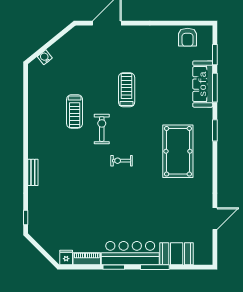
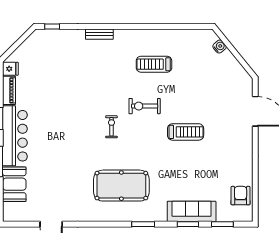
armchair: (188, 37) -> (241, 196), turned 90
window: (215, 88) -> (188, 224), width x0.69
treadmill: (75, 111) -> (154, 64), moved
exercise bike: (102, 129) -> (145, 106), turned 180

